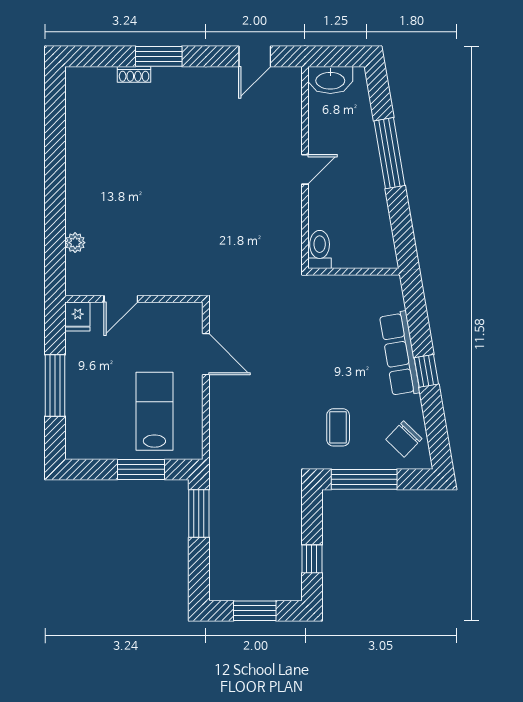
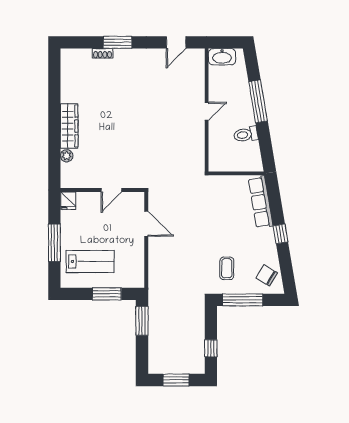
wardrobe: (79, 194) -> (69, 126), added
toilet: (320, 249) -> (246, 134), moved, turned -100
door: (121, 299) -> (111, 190), moved
row of seats: (400, 354) -> (261, 202), moved
lab bench: (154, 411) -> (90, 262), moved, turned 90
chair: (404, 439) -> (267, 275), turned 77

